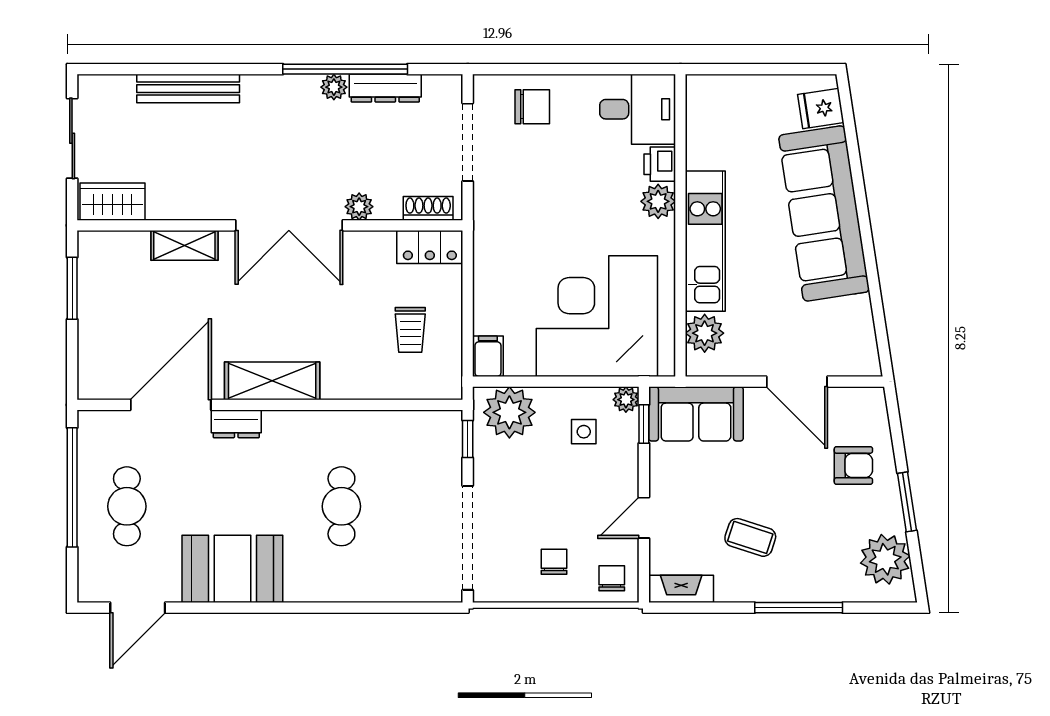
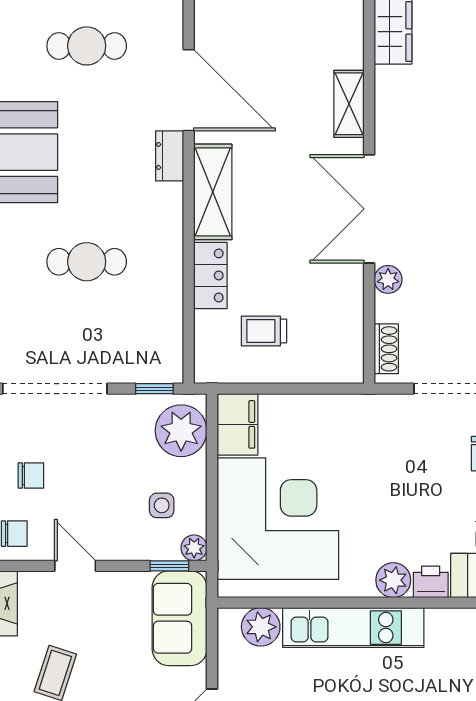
locker: (430, 247) -> (210, 275), moved, turned 180
filing cabinet: (488, 356) -> (237, 424), width x2.00

